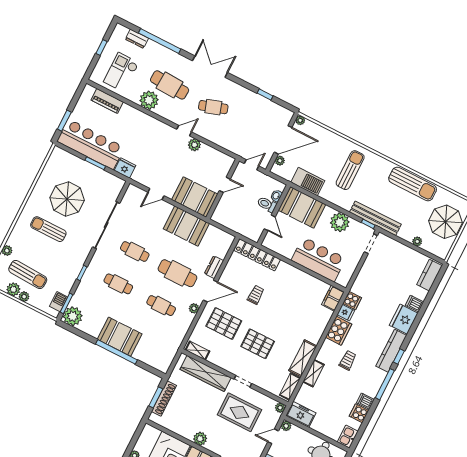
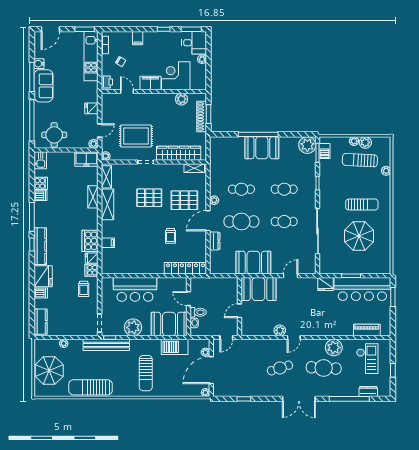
filing cabinet: (333, 298) -> (108, 243), moved, width x0.50
trolley: (348, 360) -> (84, 289), moved
plant: (200, 439) -> (181, 99), moved

